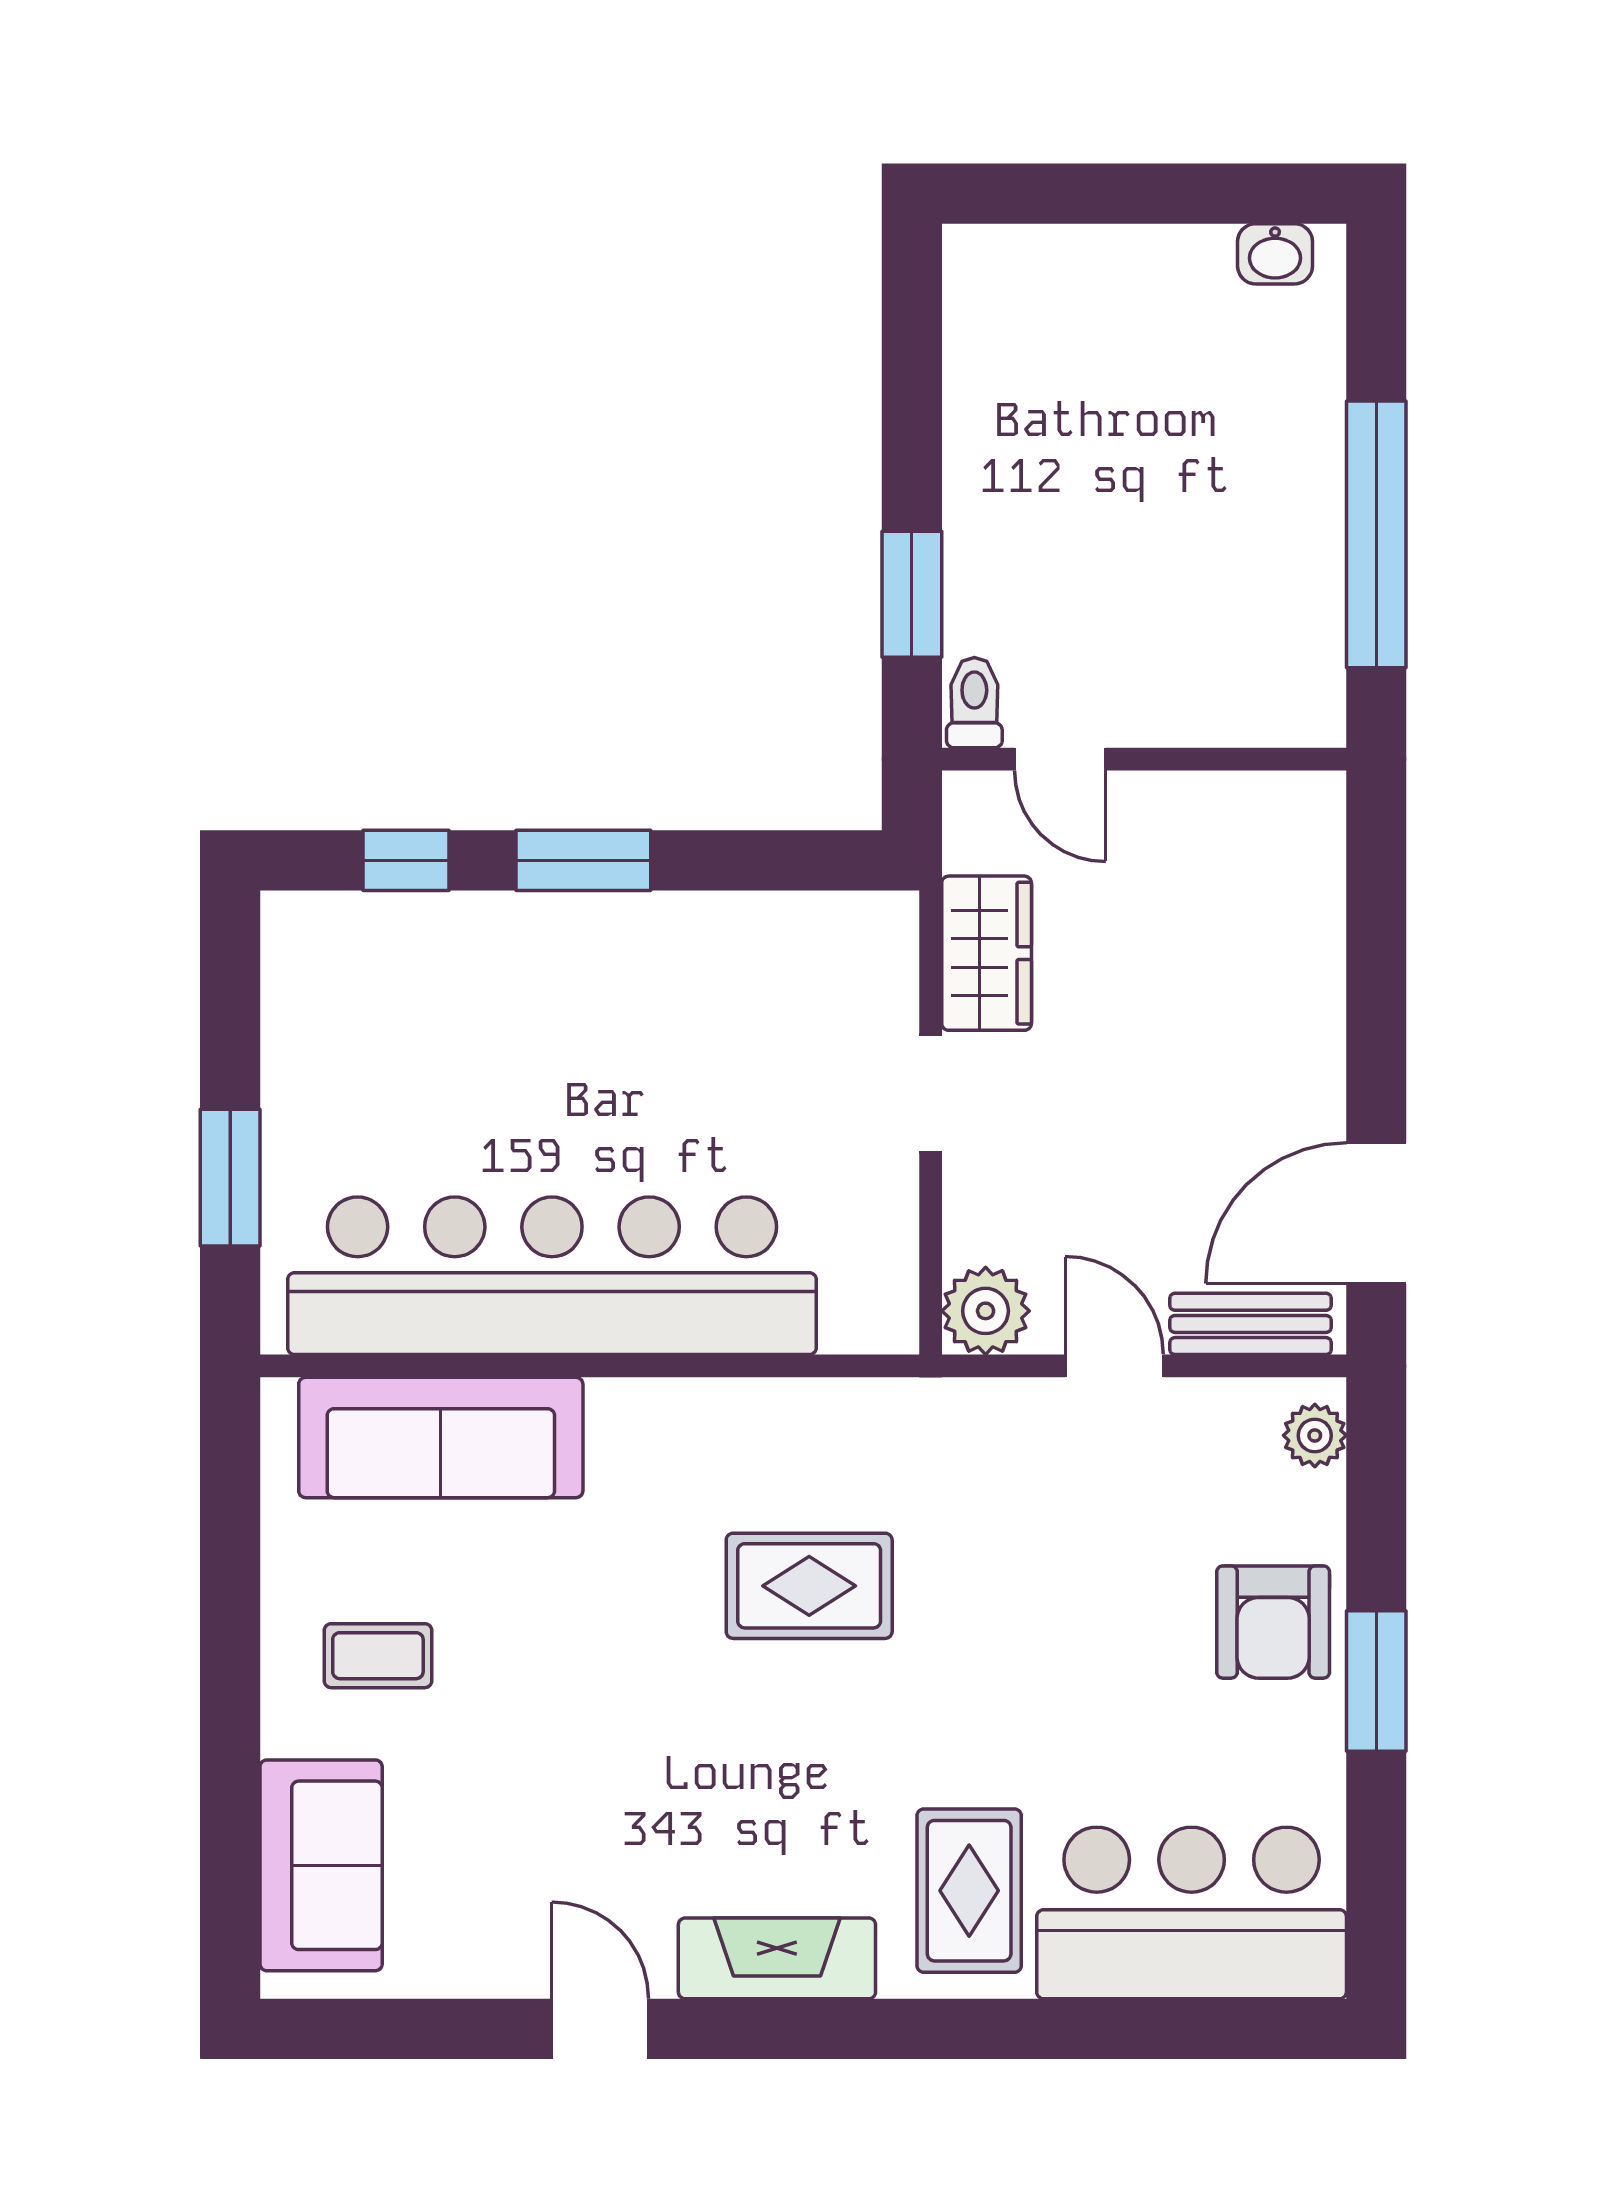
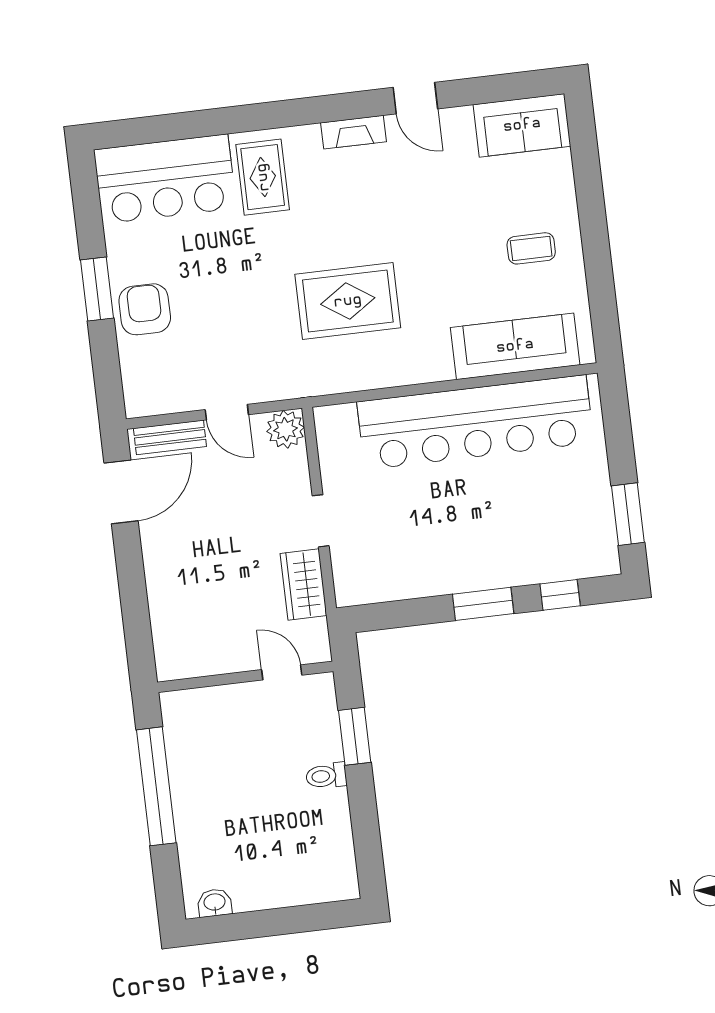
toilet: (974, 703) -> (326, 776), moved, turned 90
window: (230, 1178) -> (628, 514), moved
plant: (1315, 1435) -> (136, 392), removed
rug: (809, 1586) -> (348, 301), width x1.36, depth x1.43
sofa: (321, 1865) -> (522, 125), moved, turned -90
fireplace: (777, 1958) -> (353, 132), width x0.73, depth x0.76

